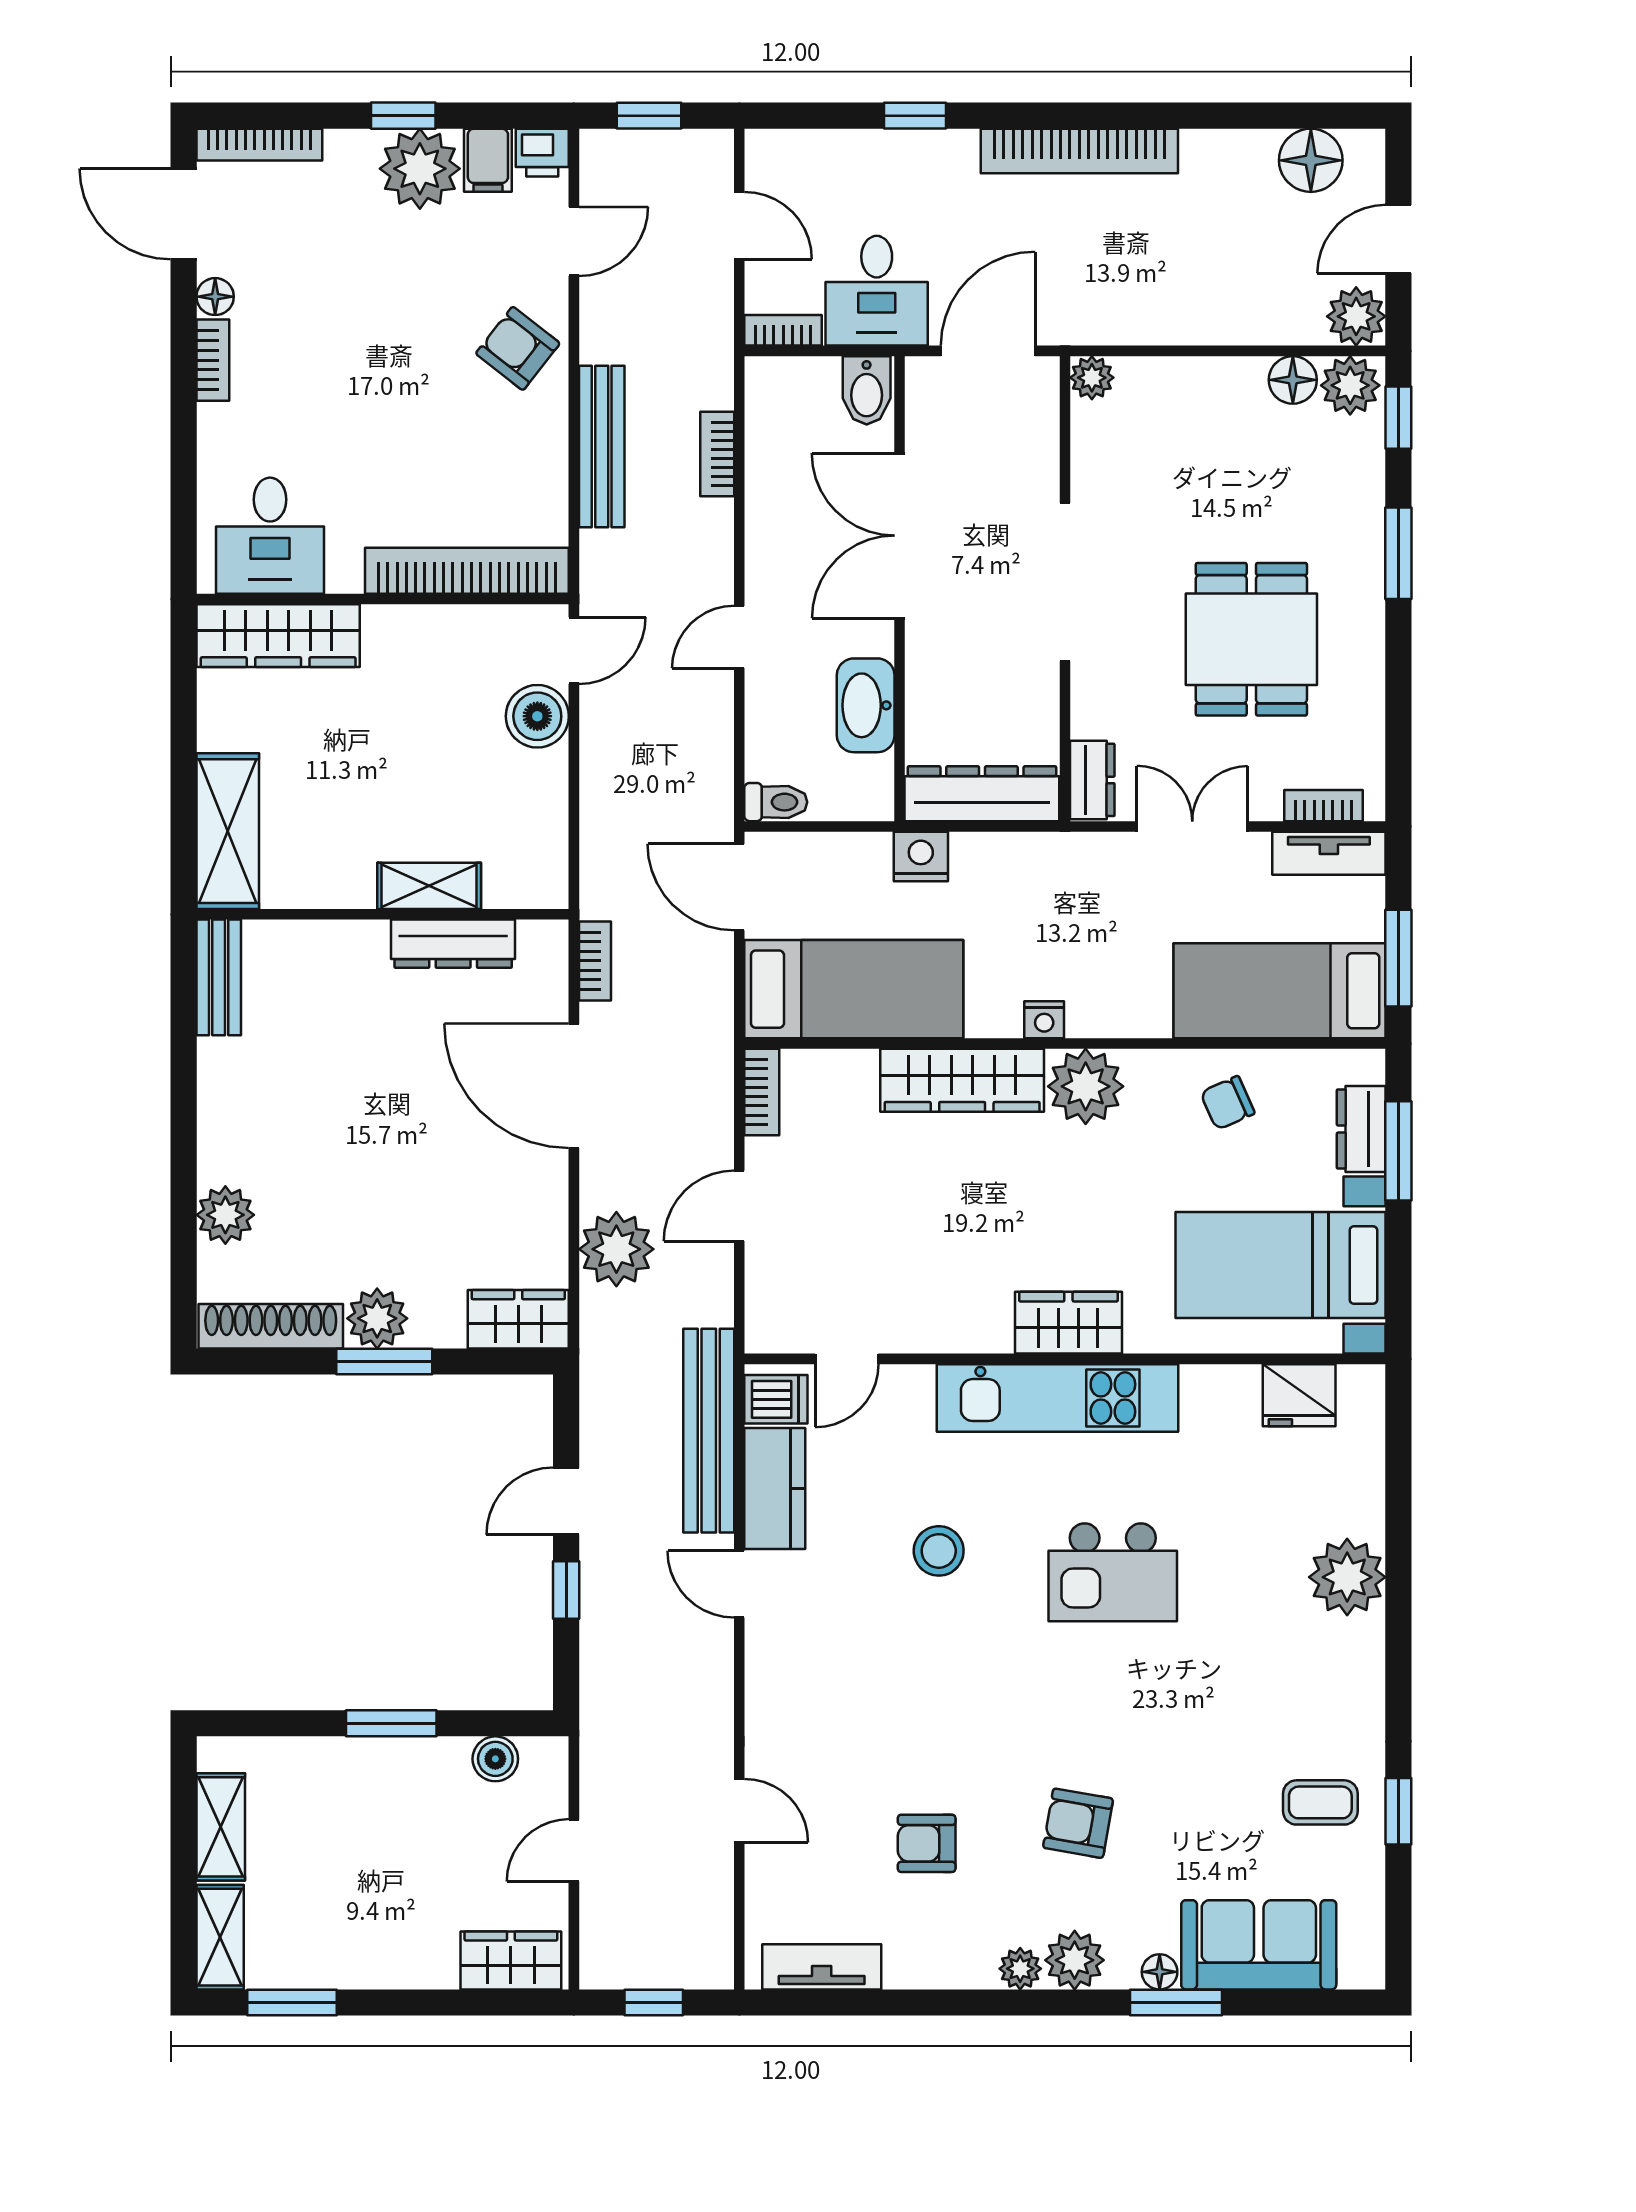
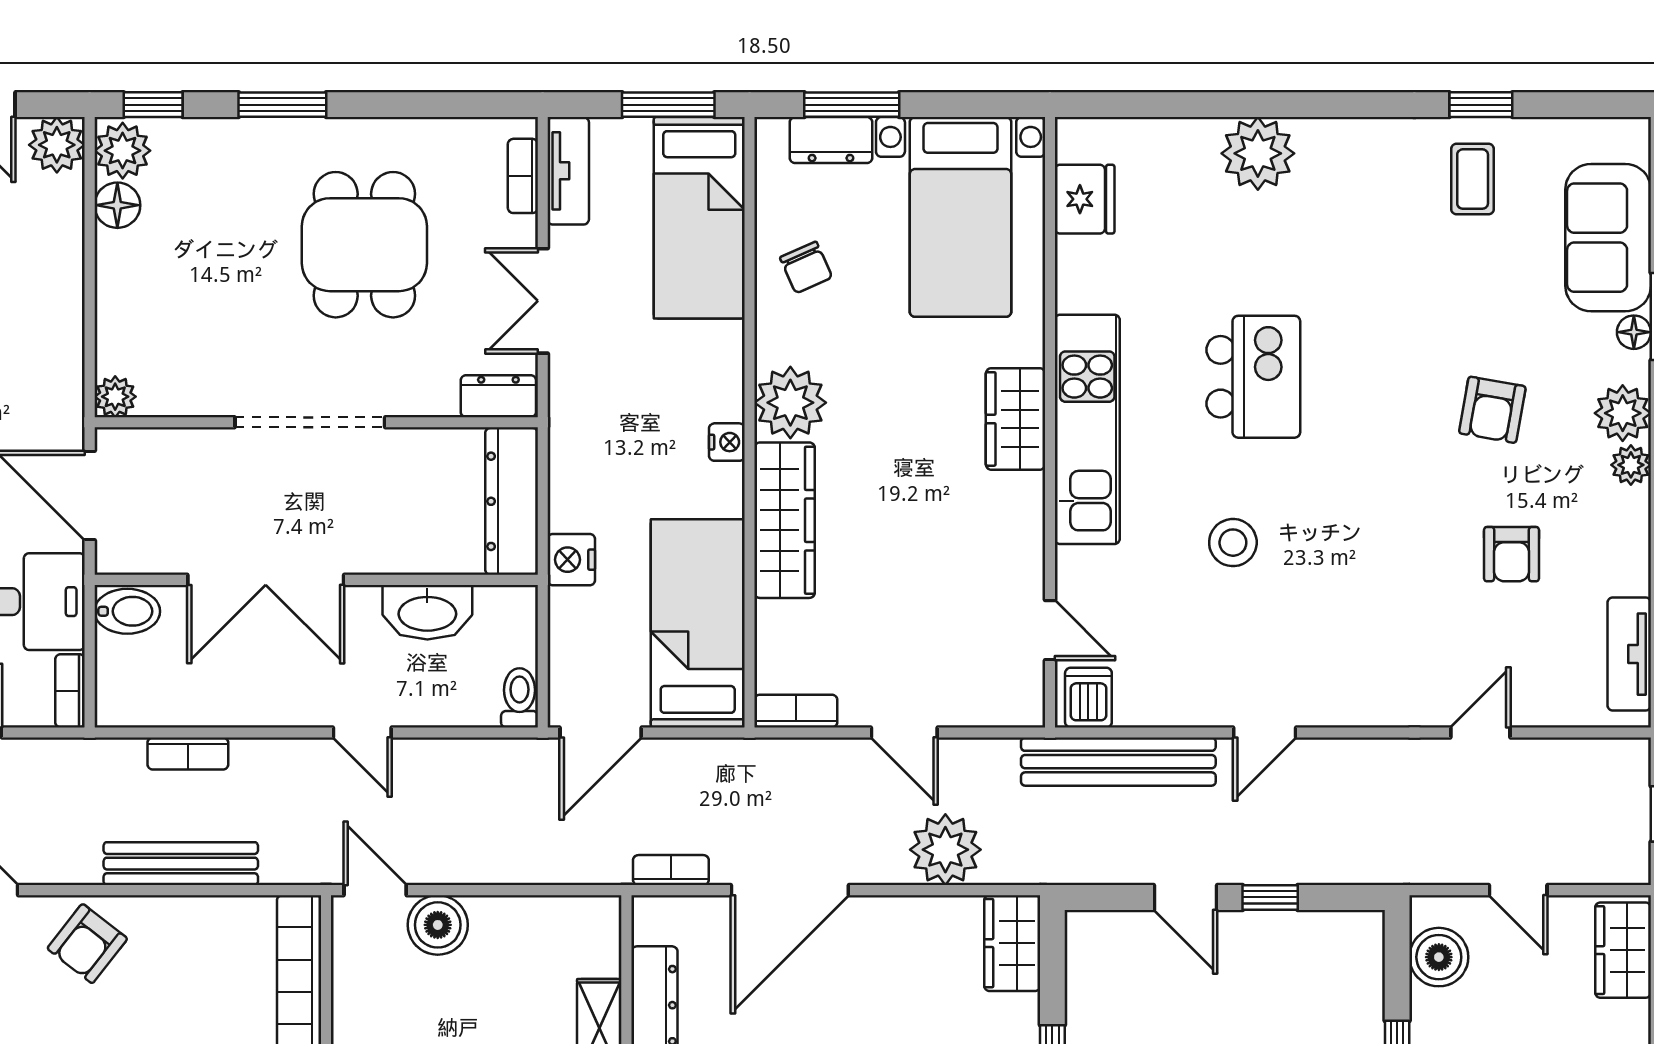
dining table: (1251, 639) -> (364, 245), turned 90
kitchen counter: (775, 1488) -> (1173, 699), removed
boiler: (495, 1759) -> (1439, 957), width x1.36, depth x1.36

